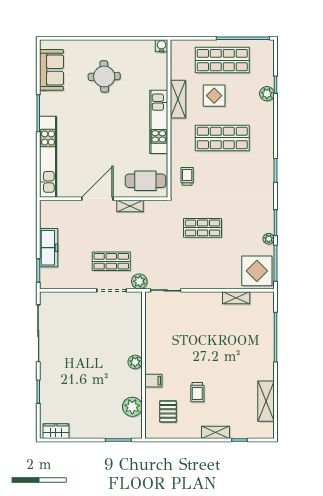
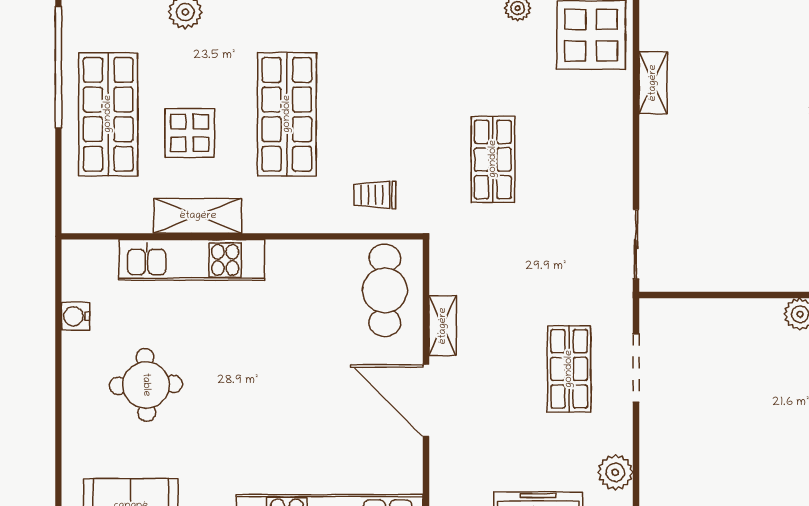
water cooler: (162, 46) -> (76, 316), moved
kitchen unit: (159, 122) -> (192, 260), moved
plant: (139, 281) -> (615, 472), moved

